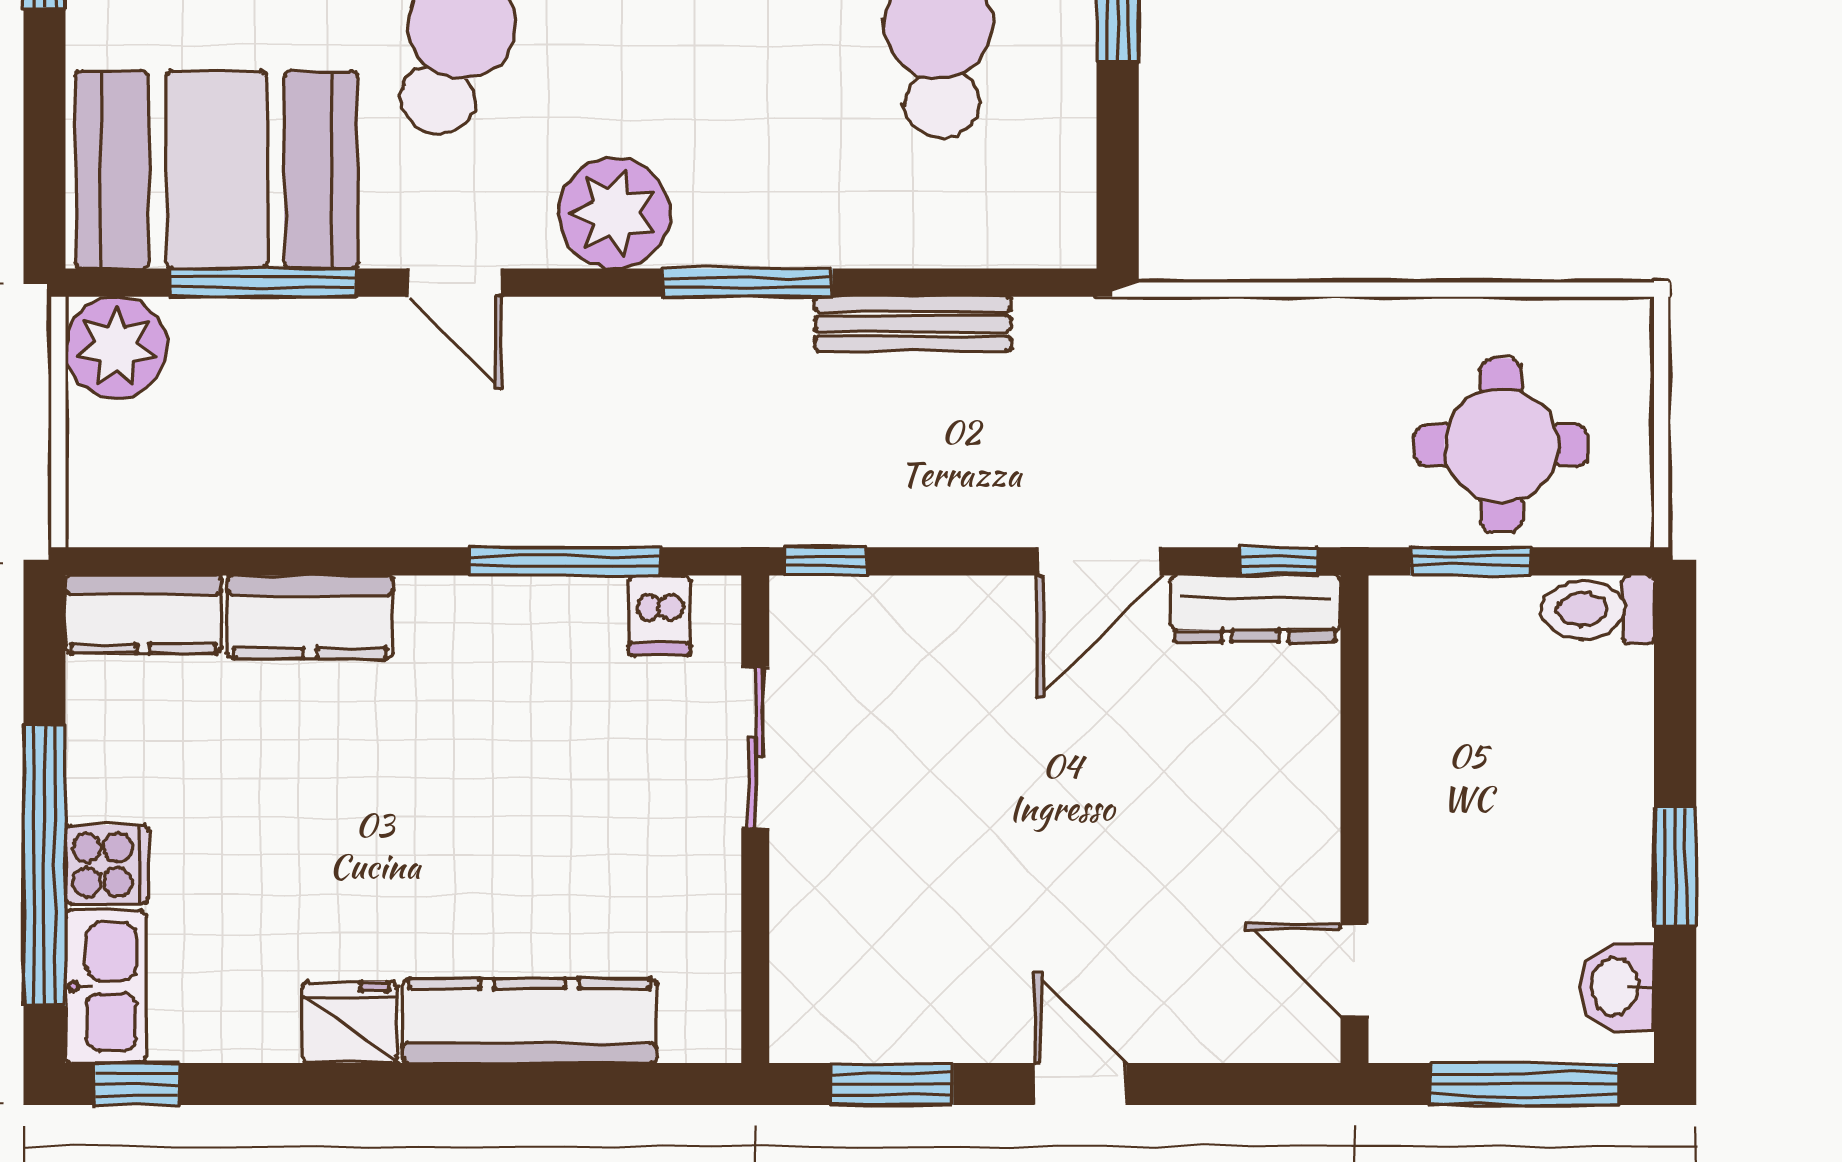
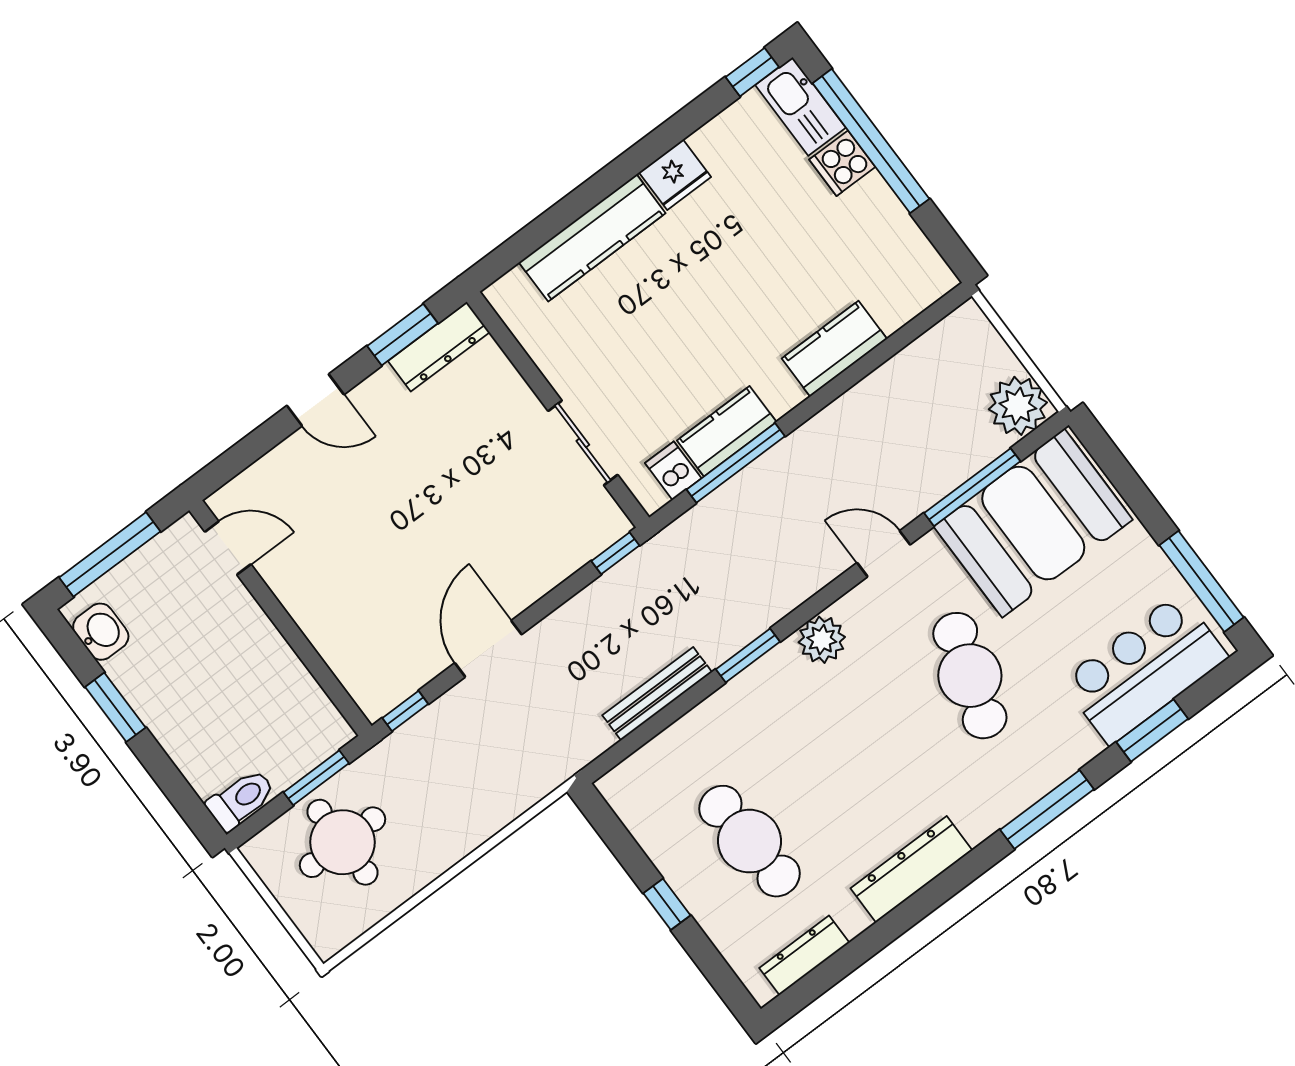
plant: (615, 213) -> (822, 640), width x0.73, depth x0.73
window: (748, 283) -> (748, 656), width x0.69
dresser: (1255, 609) -> (439, 347), moved, turned 180
kitchen counter: (144, 614) -> (727, 431), moved

